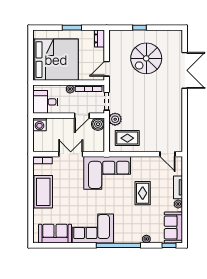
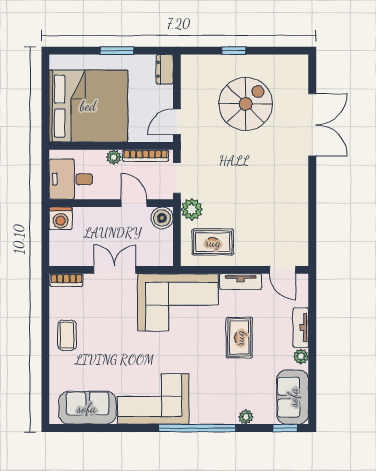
spiral stairs: (146, 58) -> (246, 104), turned 180
door: (82, 116) -> (134, 203), swing flipped
tv unit: (143, 161) -> (241, 282), added
coffee table: (43, 192) -> (67, 335), width x0.54, depth x0.58

